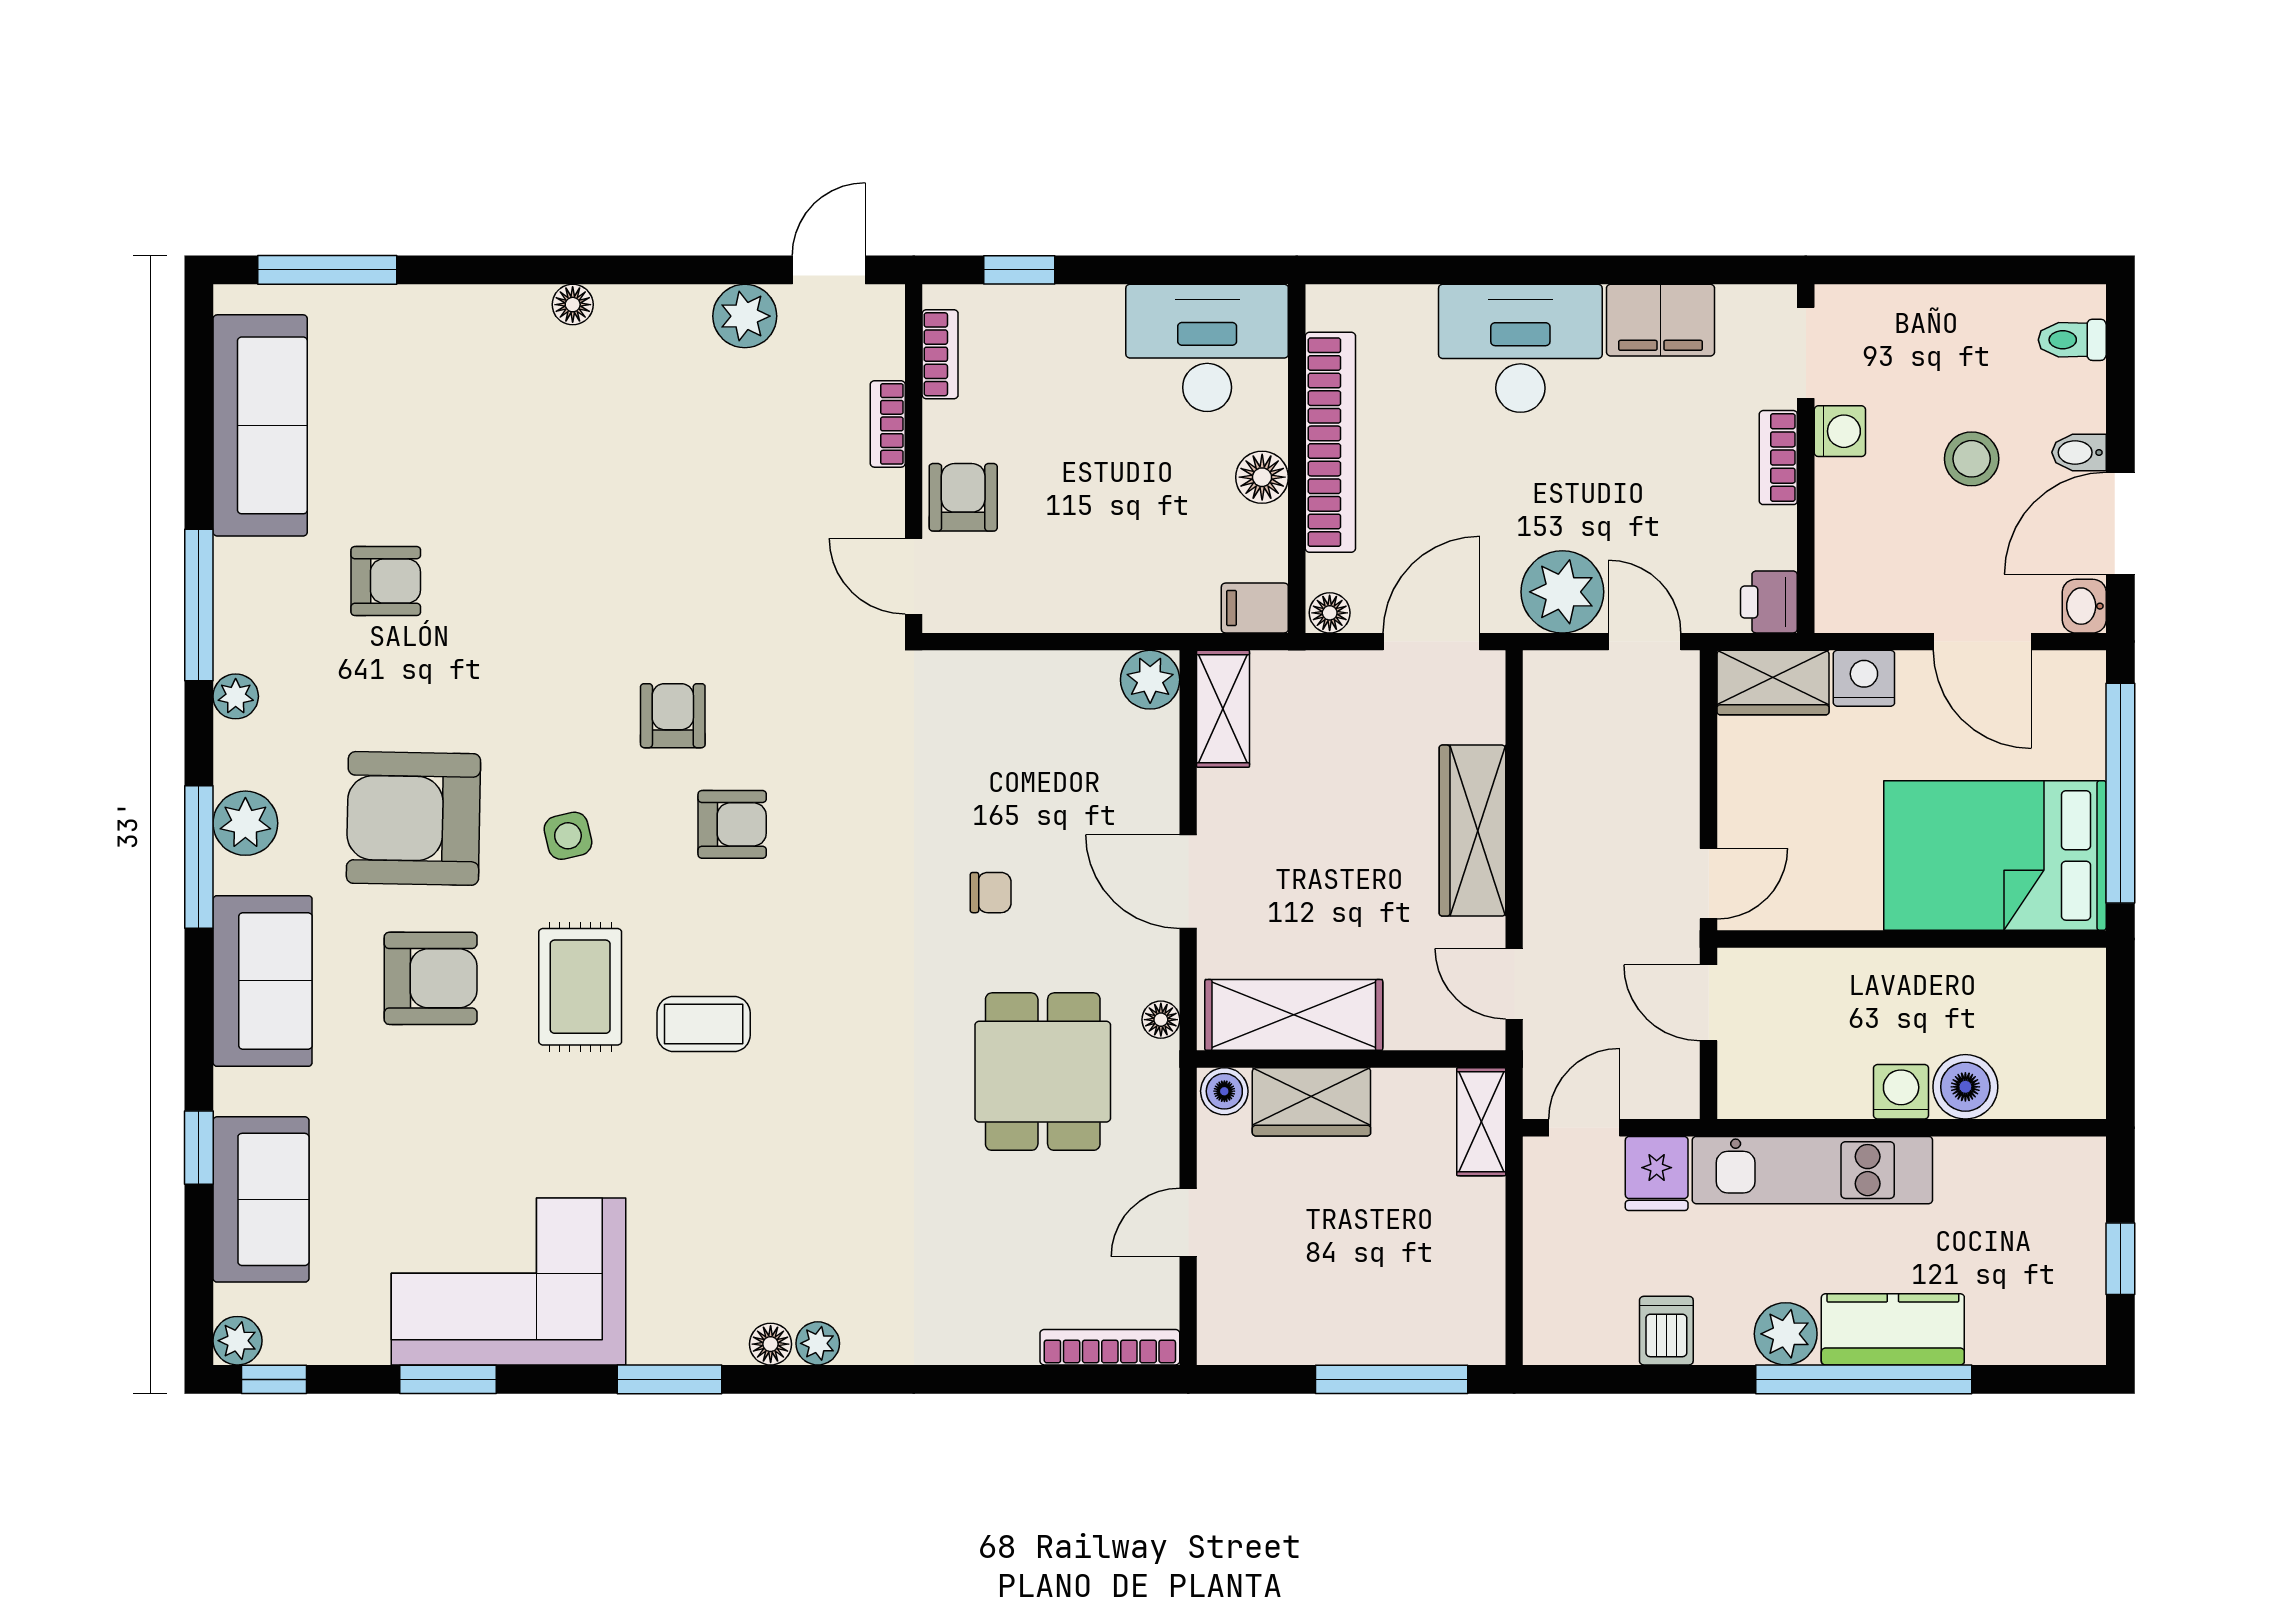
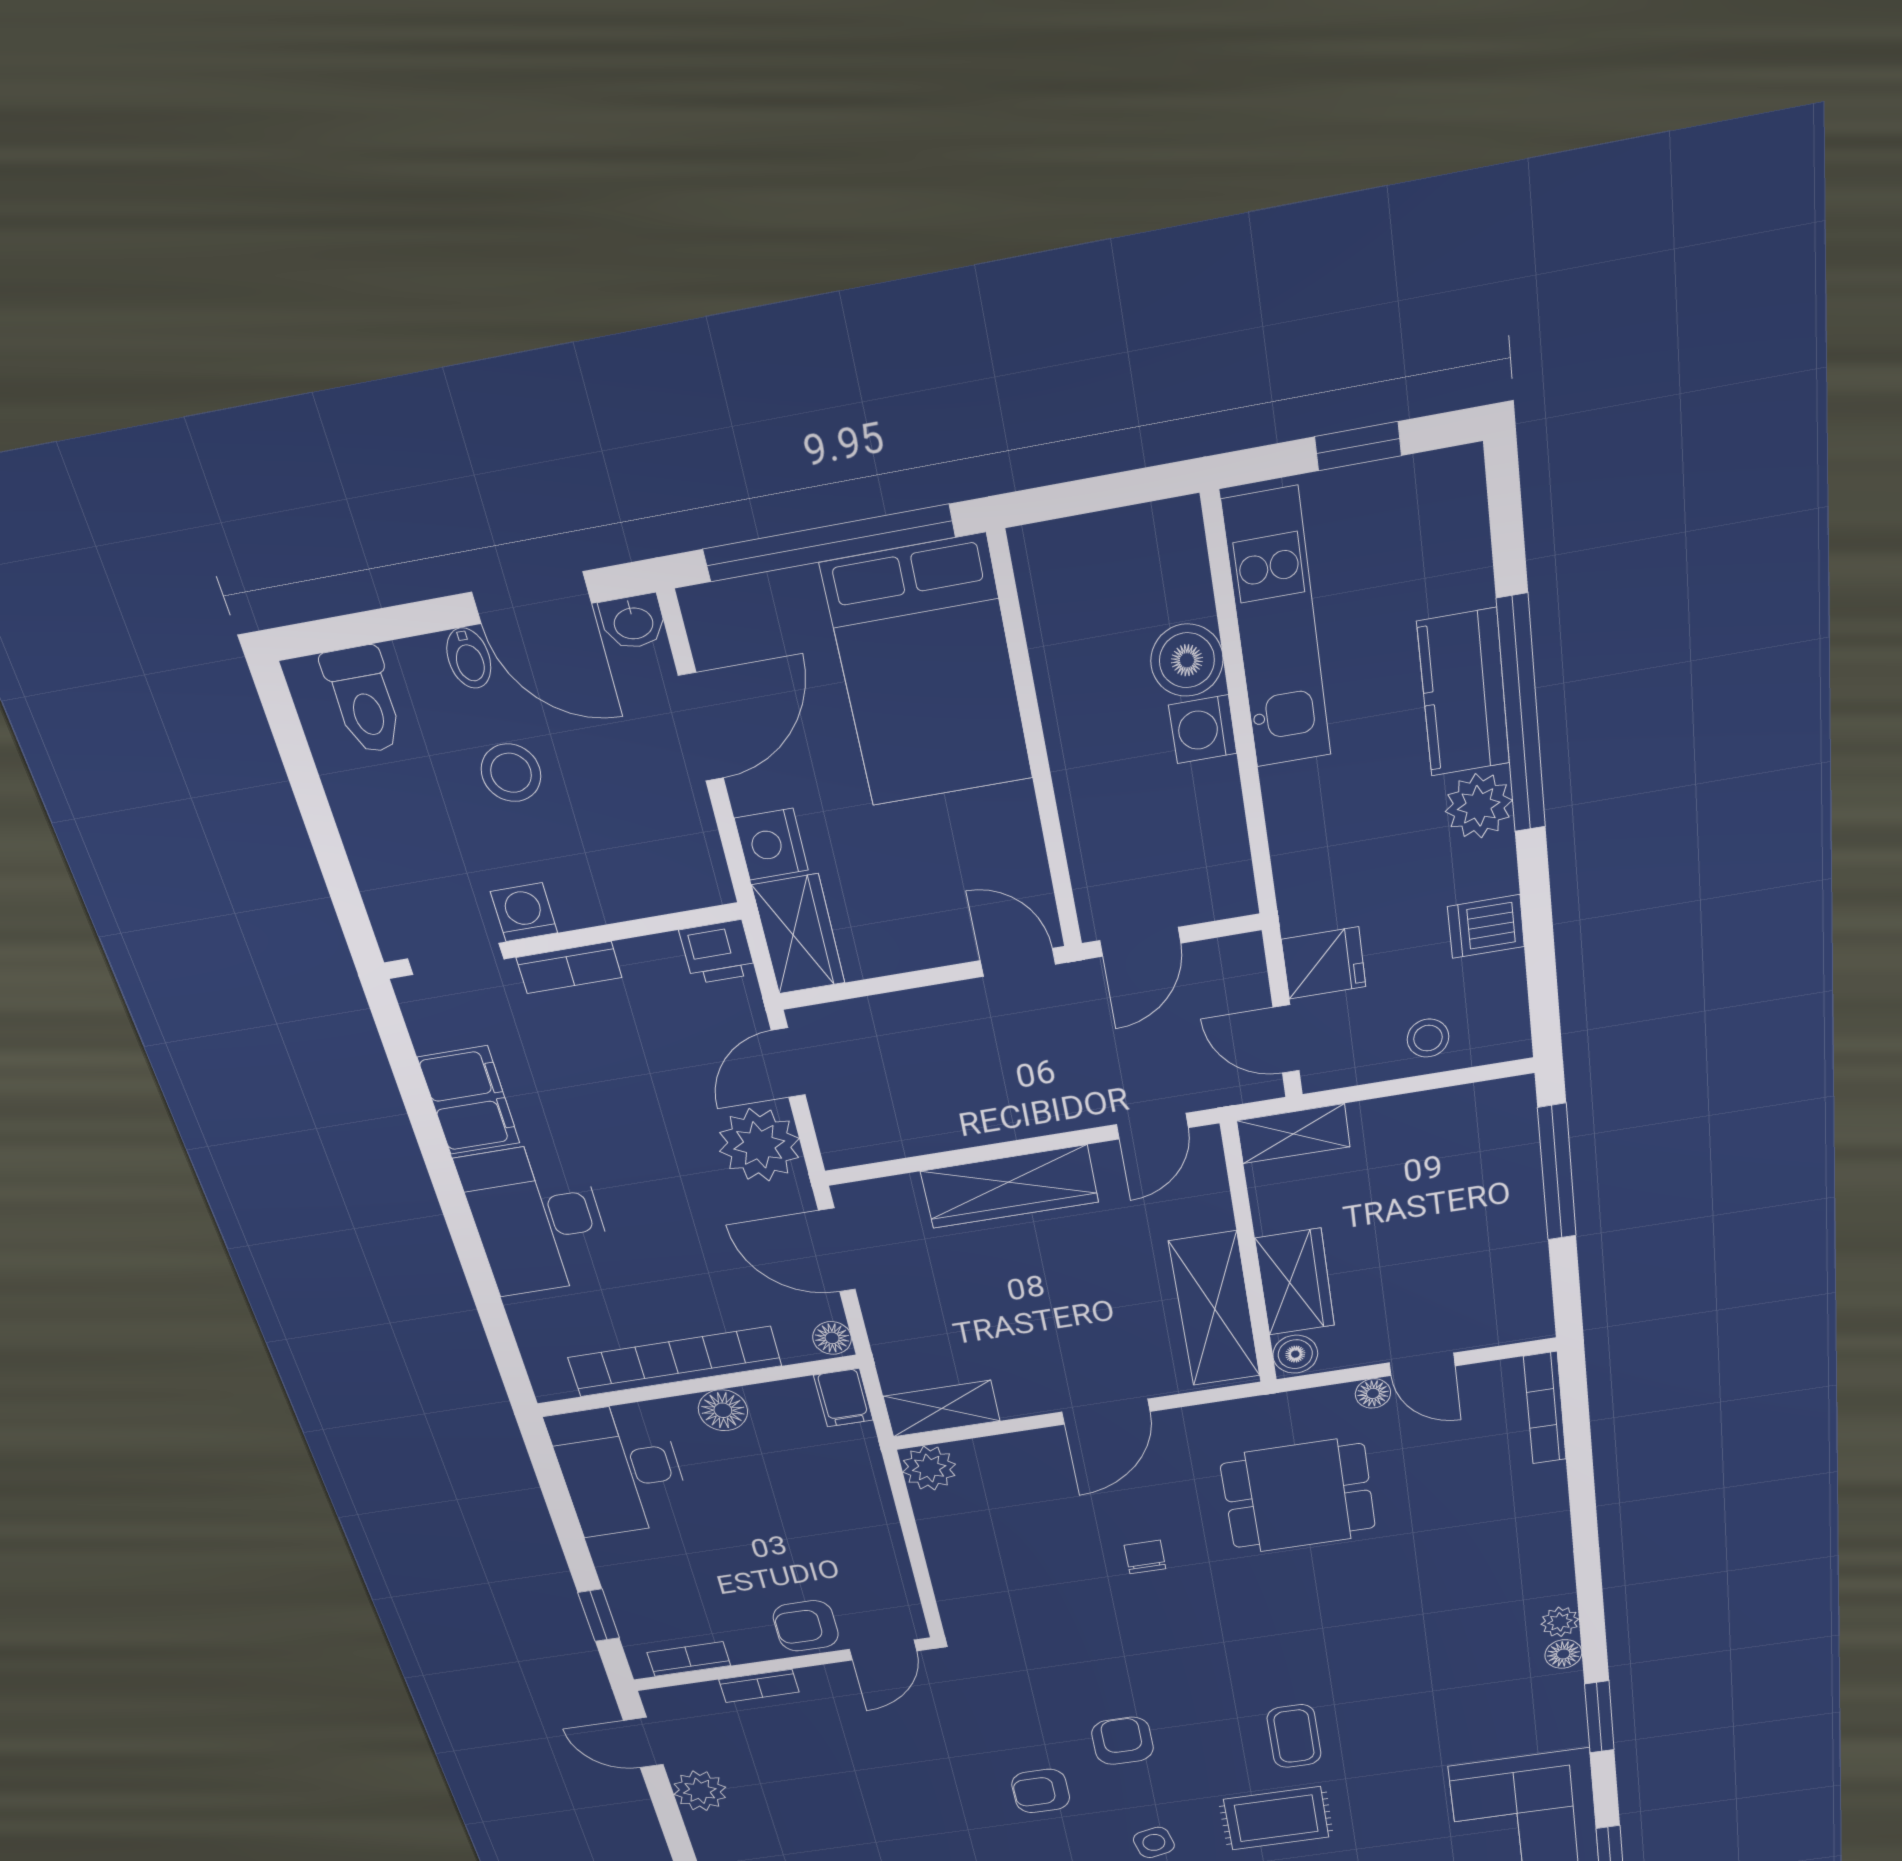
toilet: (2072, 340) -> (364, 700), width x1.37, depth x1.39
floor lamp: (1161, 1020) -> (1373, 1393), moved
kitchen unit: (1812, 1170) -> (1277, 630), moved
stool: (1561, 1265) -> (1428, 1038), added

